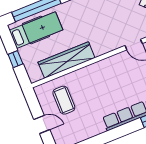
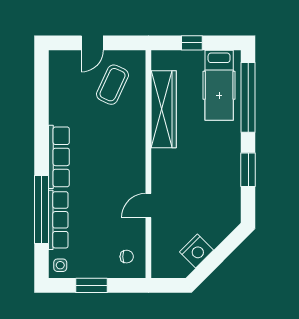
coffee table: (64, 100) -> (112, 85), turned -65

